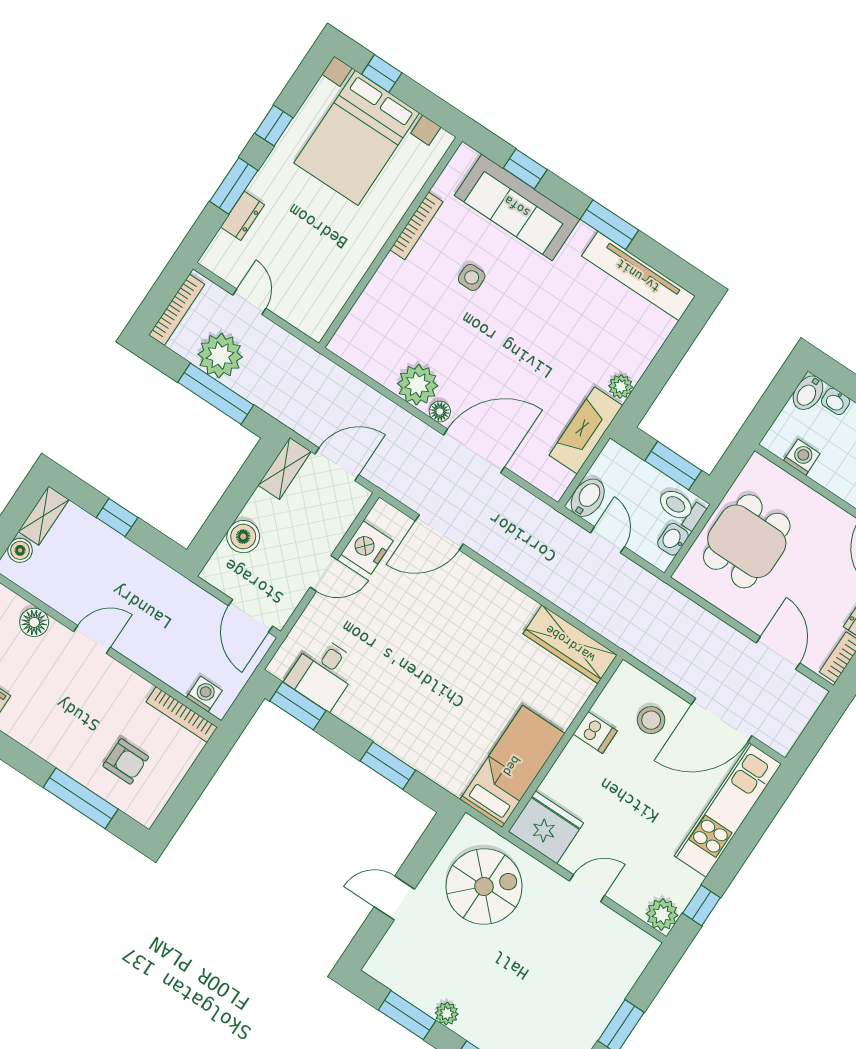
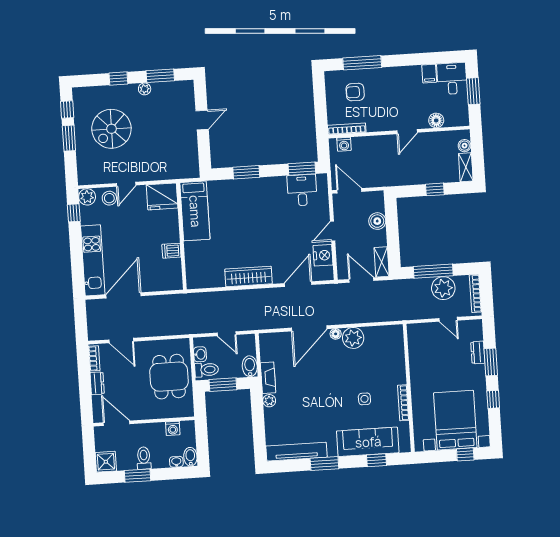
fireplace: (586, 430) -> (268, 378), width x0.73, depth x0.76
door: (337, 464) -> (361, 280), swing flipped
bidet: (588, 498) -> (250, 366), moved, turned 180
wardrobe: (570, 644) -> (249, 276), moved
stool: (651, 720) -> (109, 198), moved
spiral stairs: (484, 886) -> (111, 129), moved

